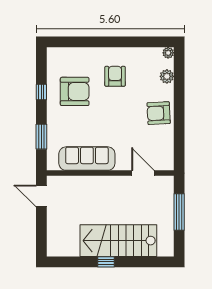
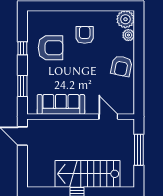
plant: (168, 53) -> (125, 19), width x1.88, depth x1.88
armchair: (159, 113) -> (122, 66), turned -75

